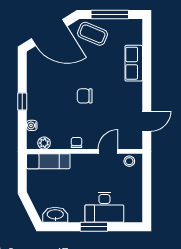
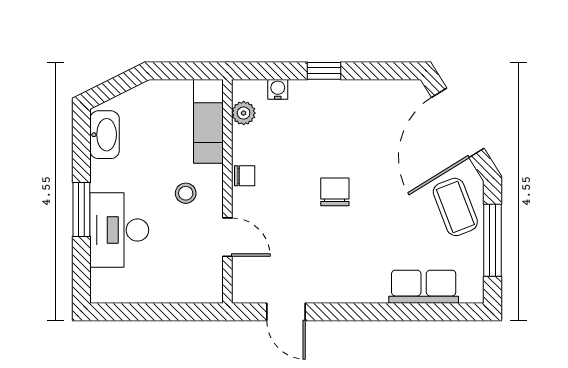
coffee table: (93, 34) -> (455, 207), turned -44
row of seats: (134, 63) -> (424, 287), moved
stool: (129, 161) -> (186, 193), moved

